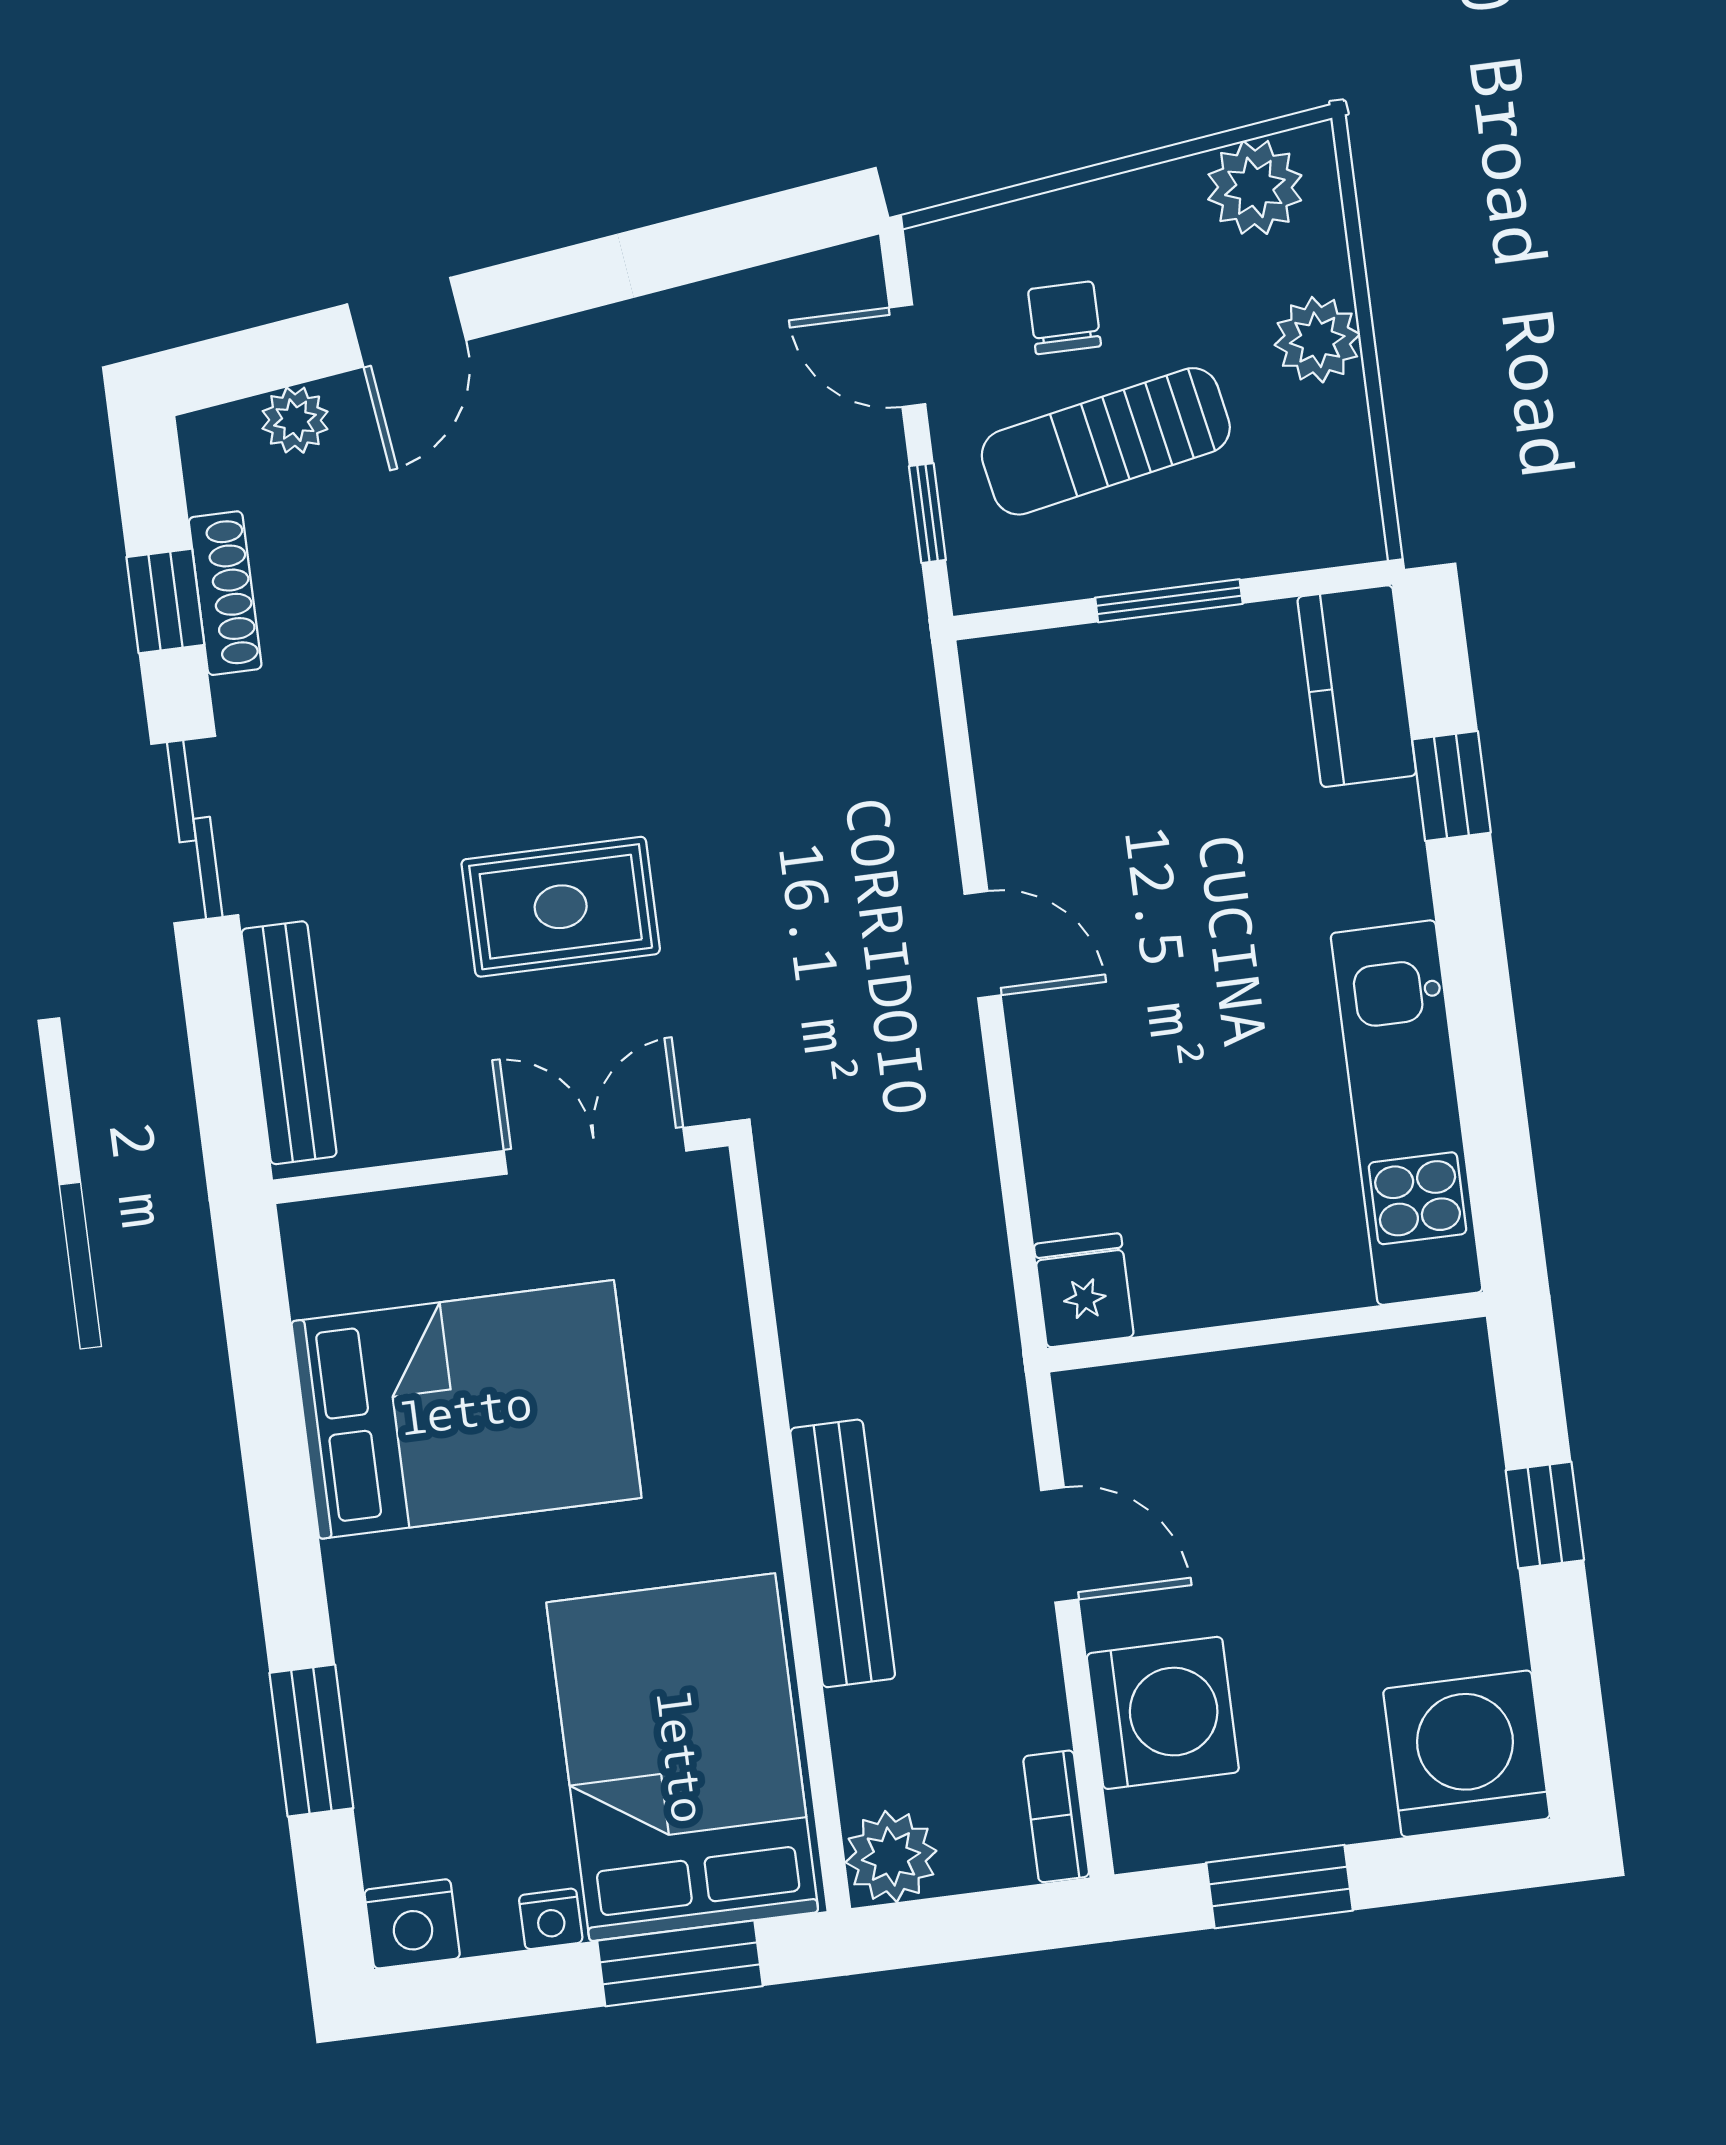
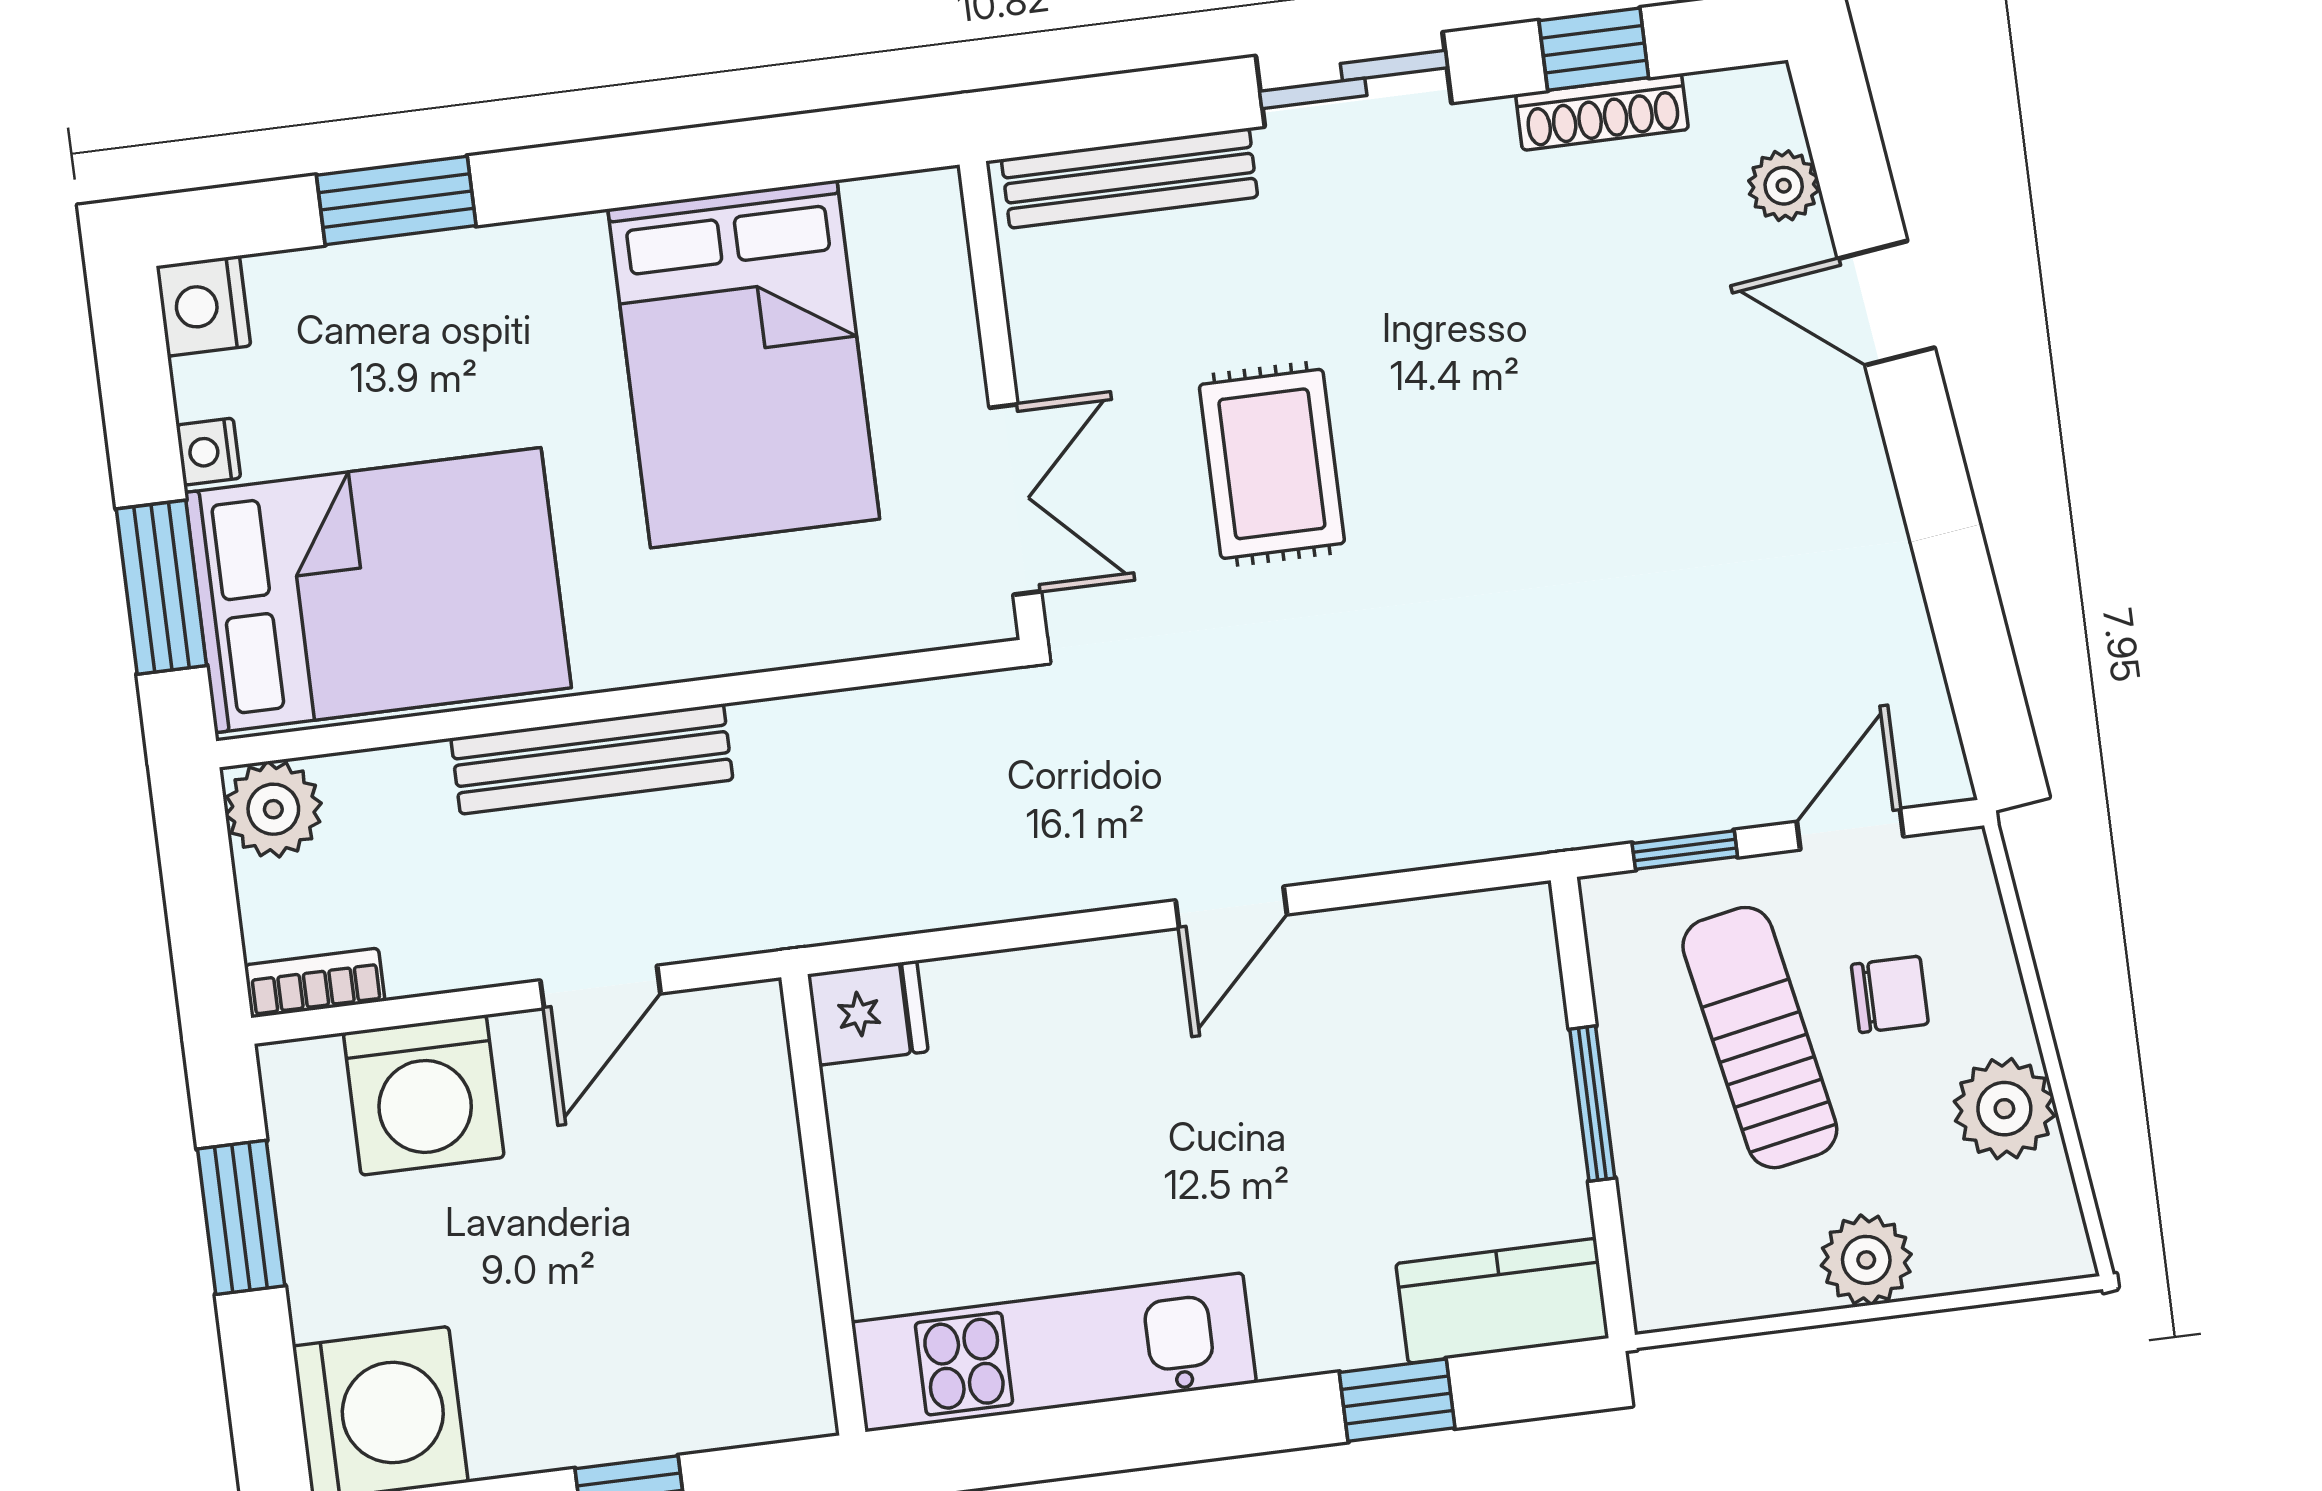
plant: (1255, 187) -> (2004, 1109), moved

